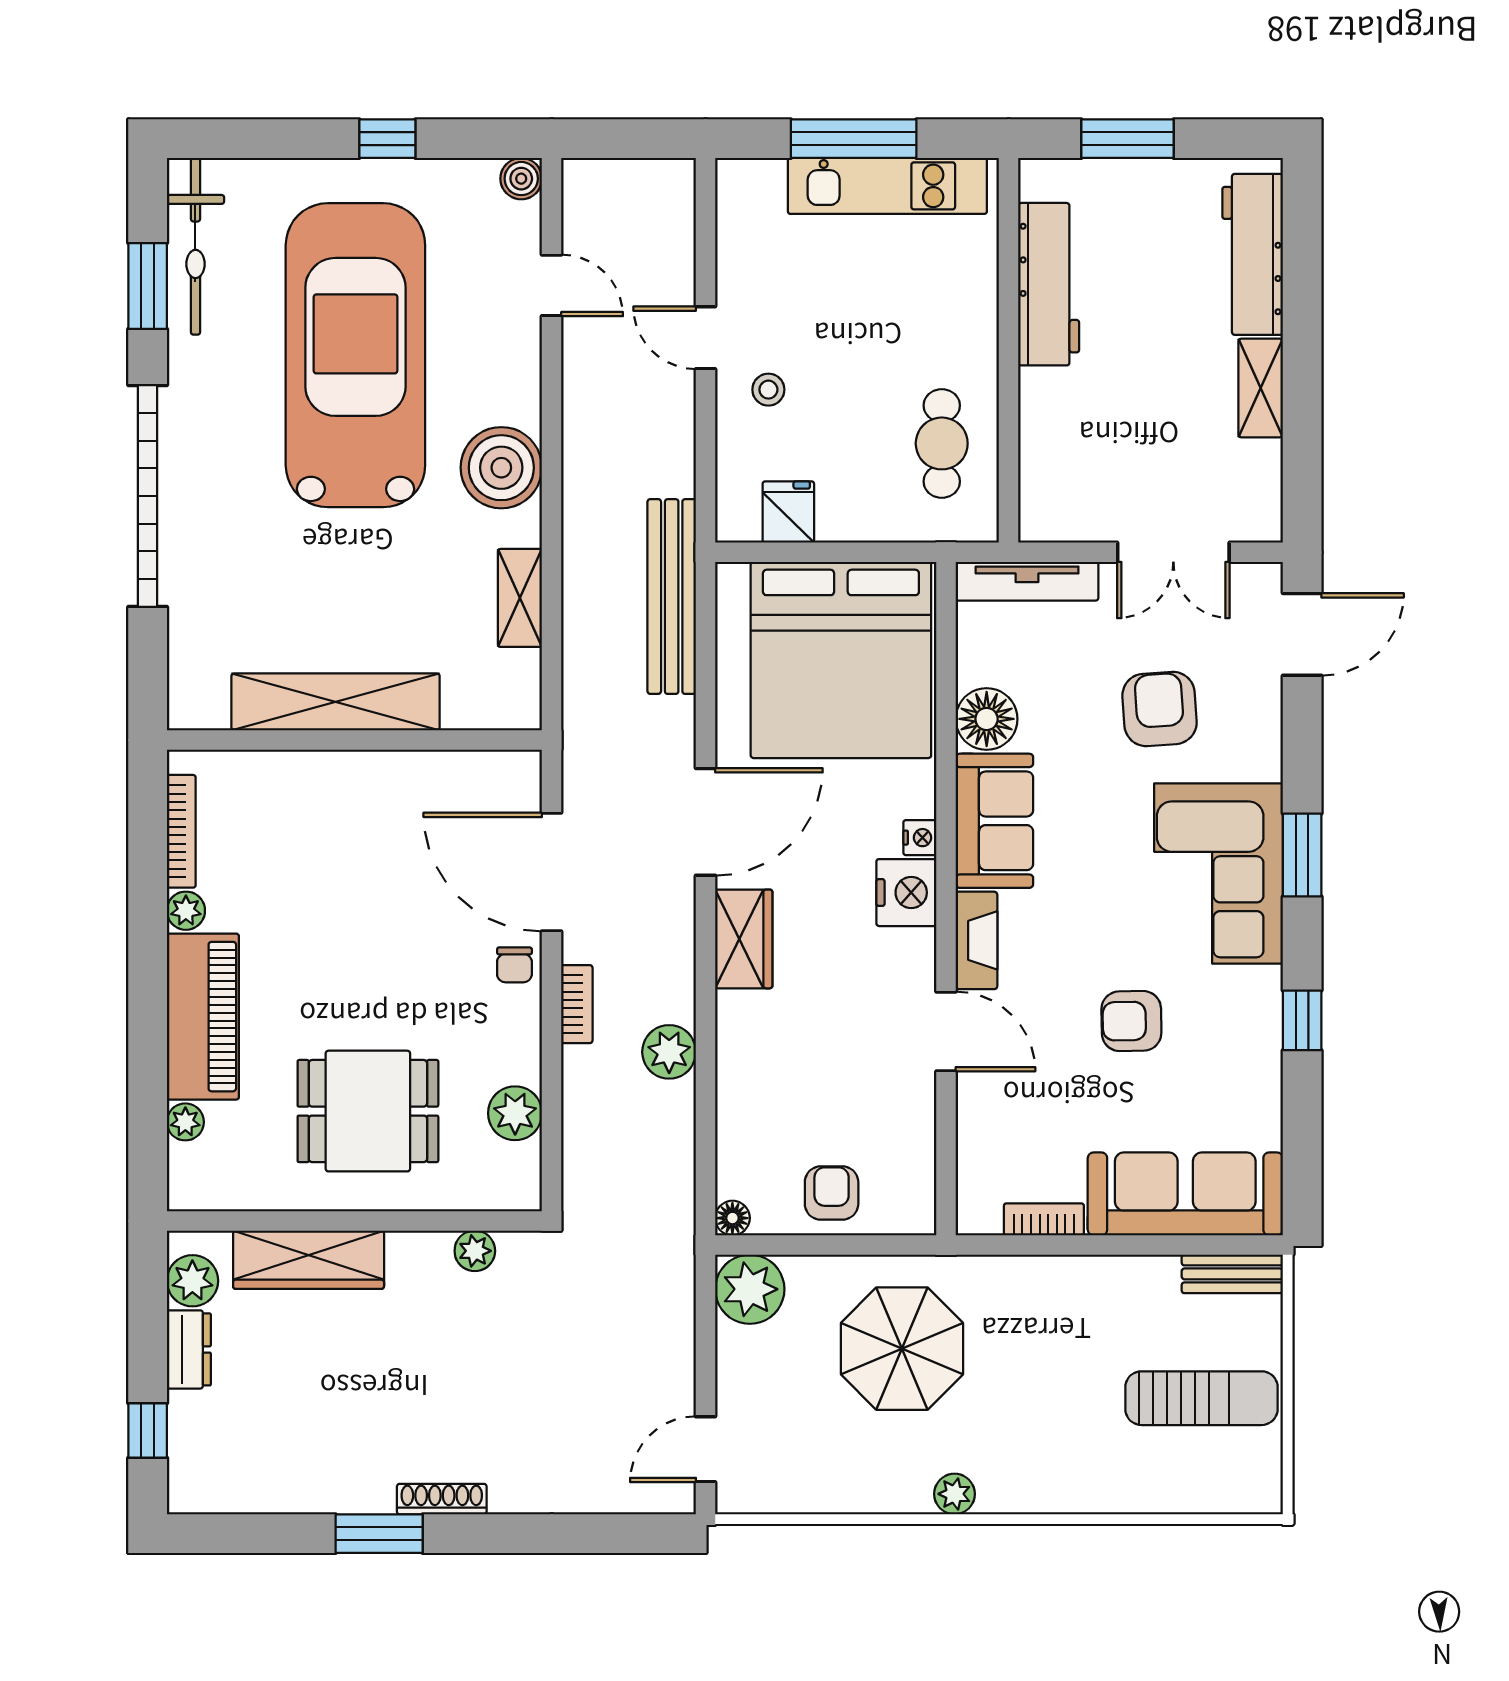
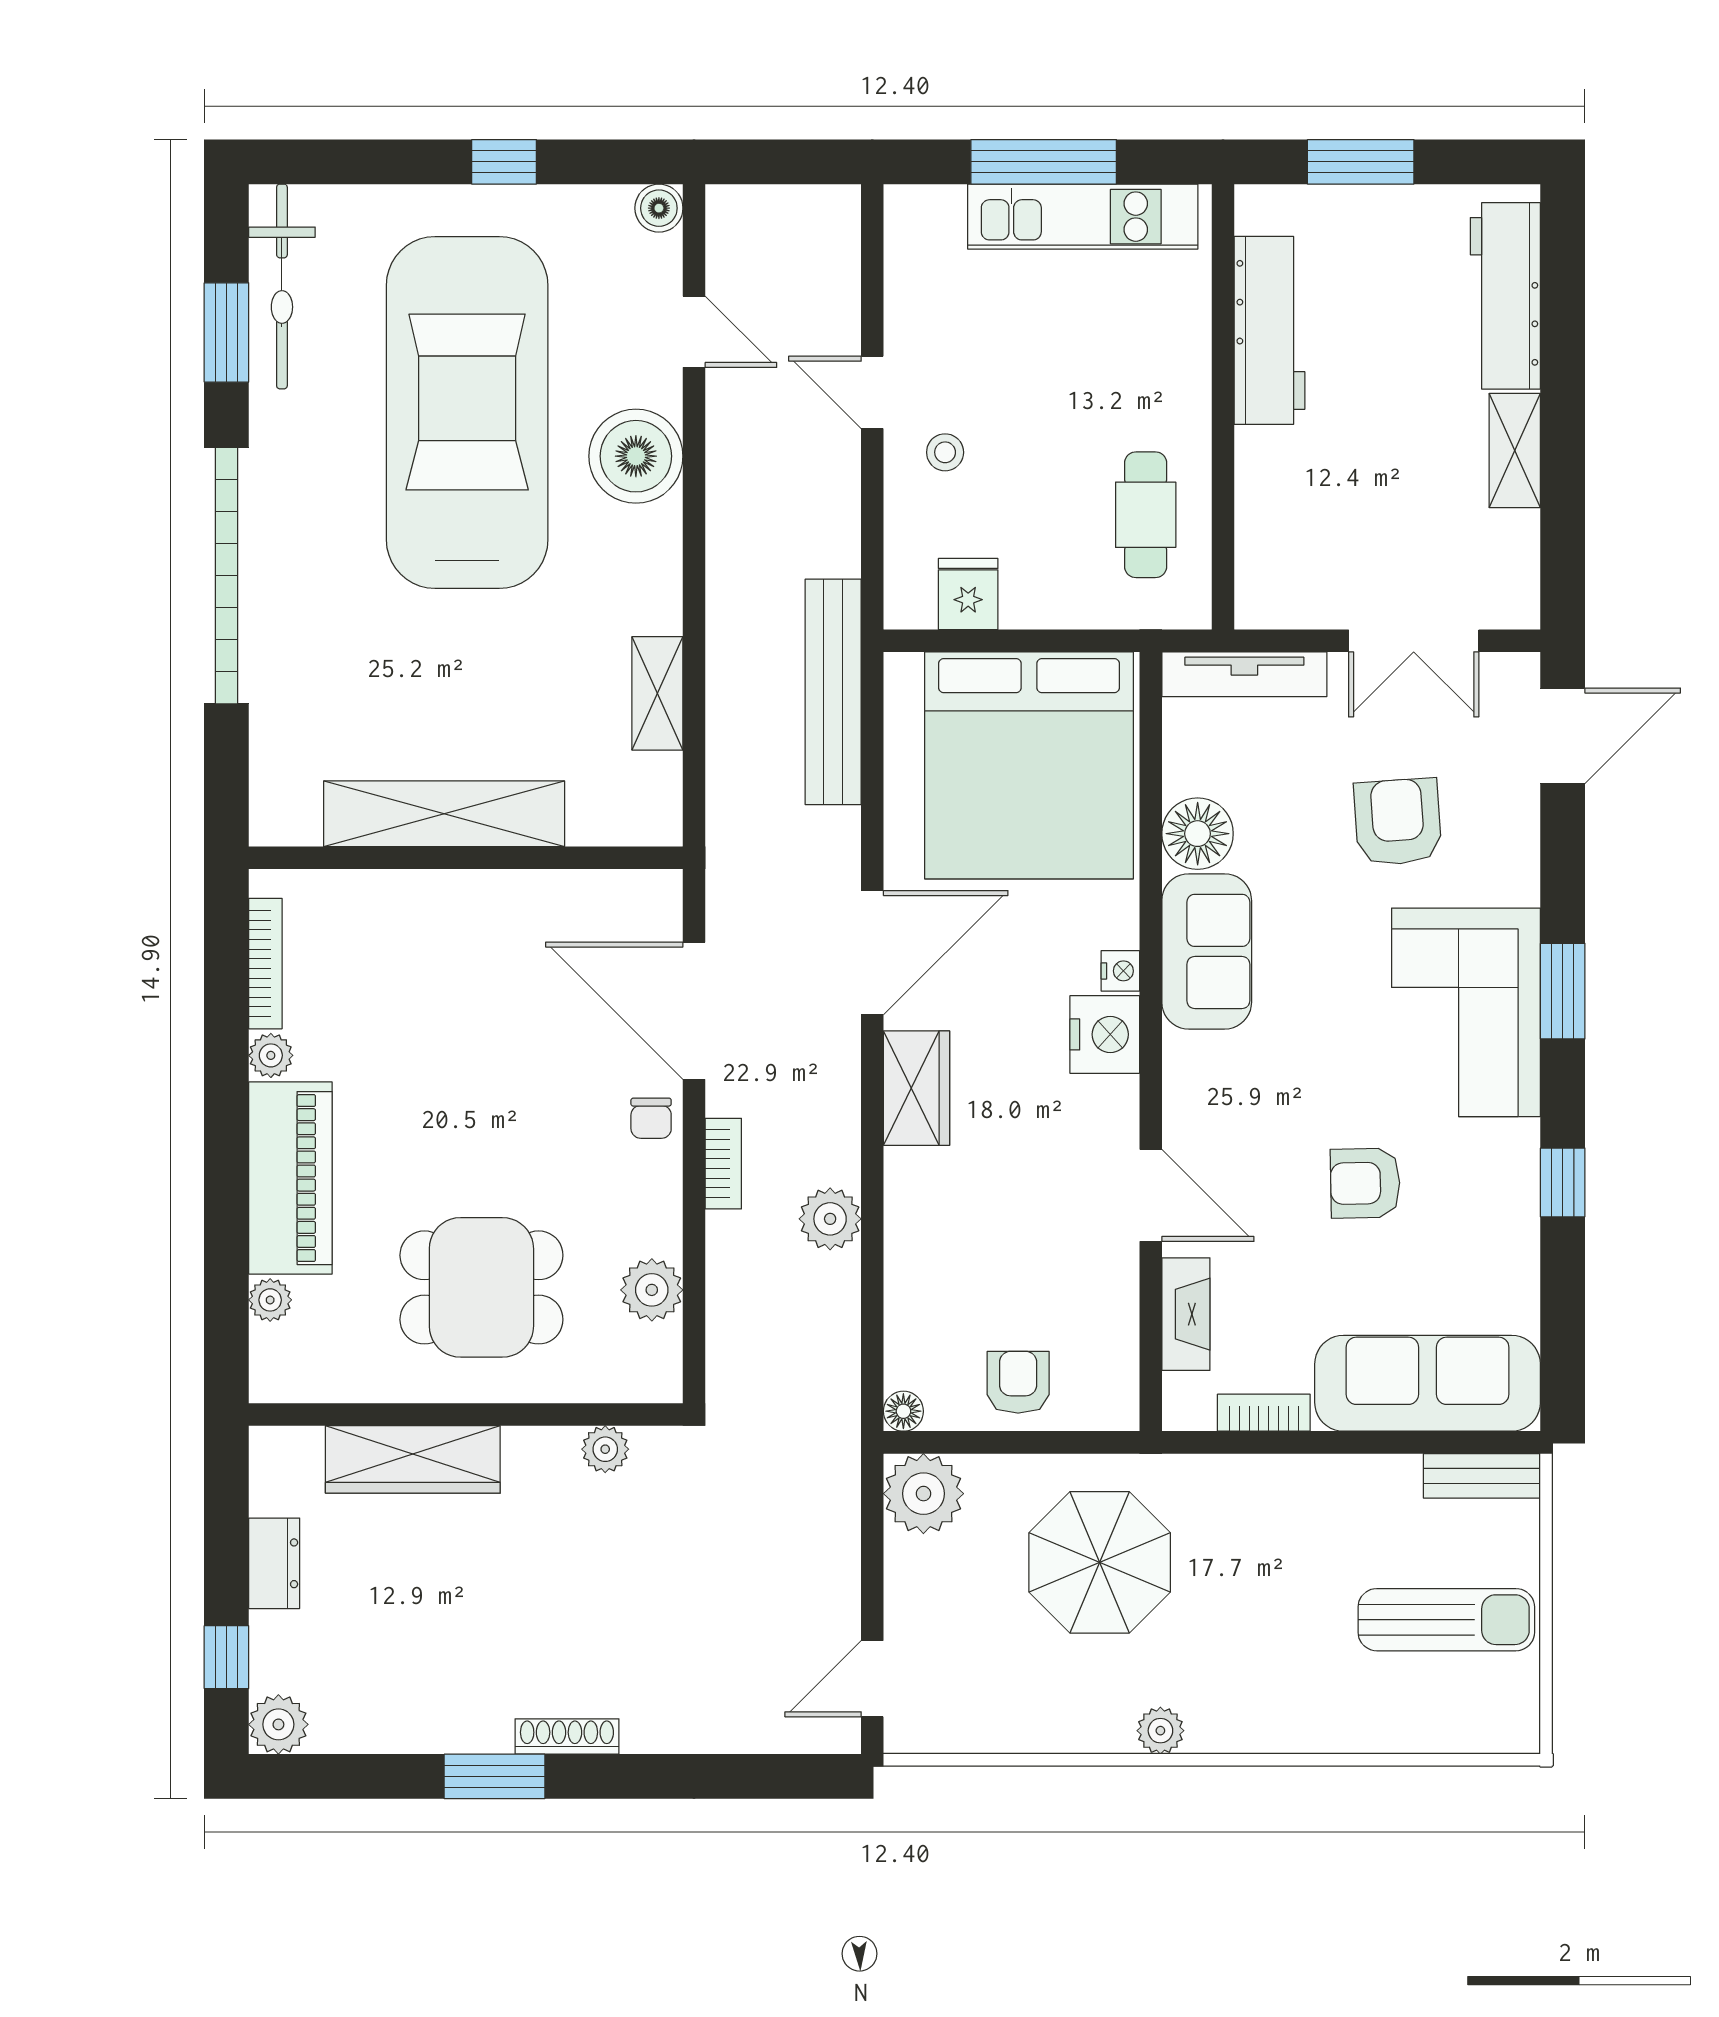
boiler: (501, 468) -> (636, 456), moved
fireplace: (976, 940) -> (1186, 1314), moved
plant: (192, 1281) -> (278, 1724), moved

